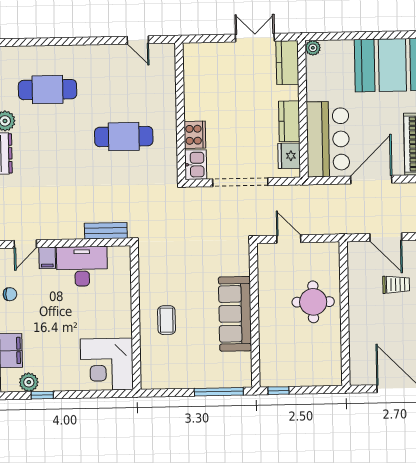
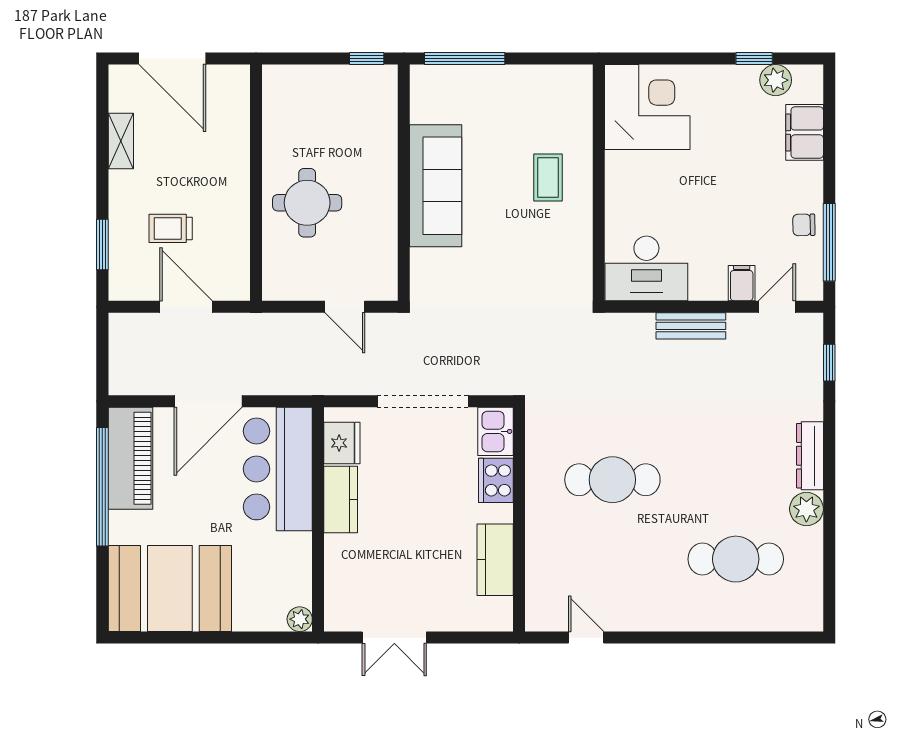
kitchen counter: (287, 63) -> (495, 560), moved, turned 180
bench: (106, 231) -> (691, 326), moved
desk: (82, 266) -> (646, 268), moved

